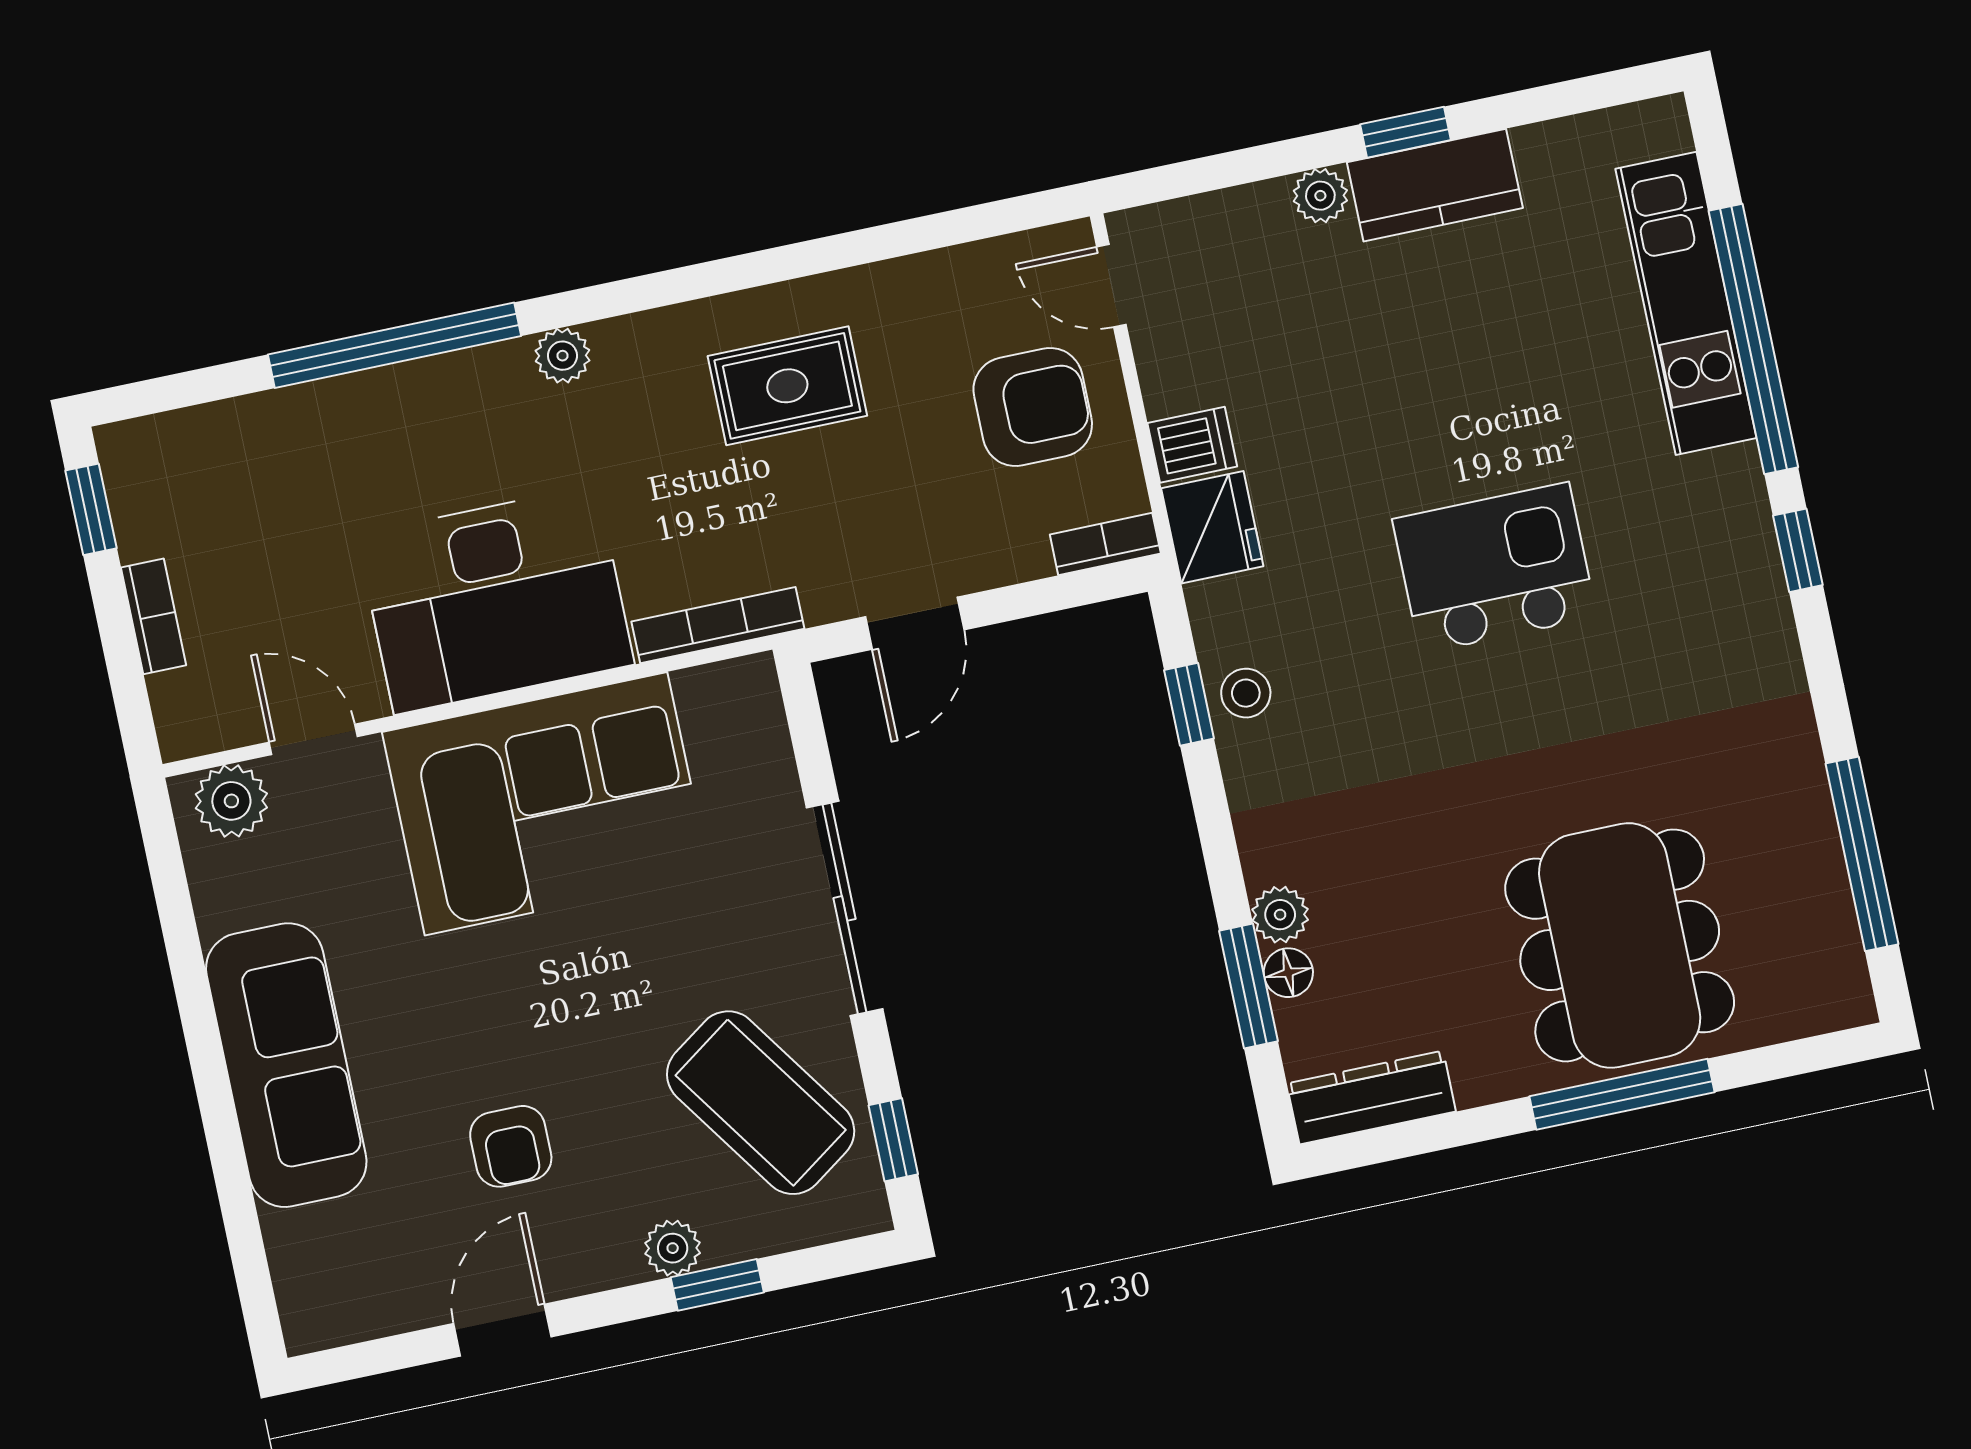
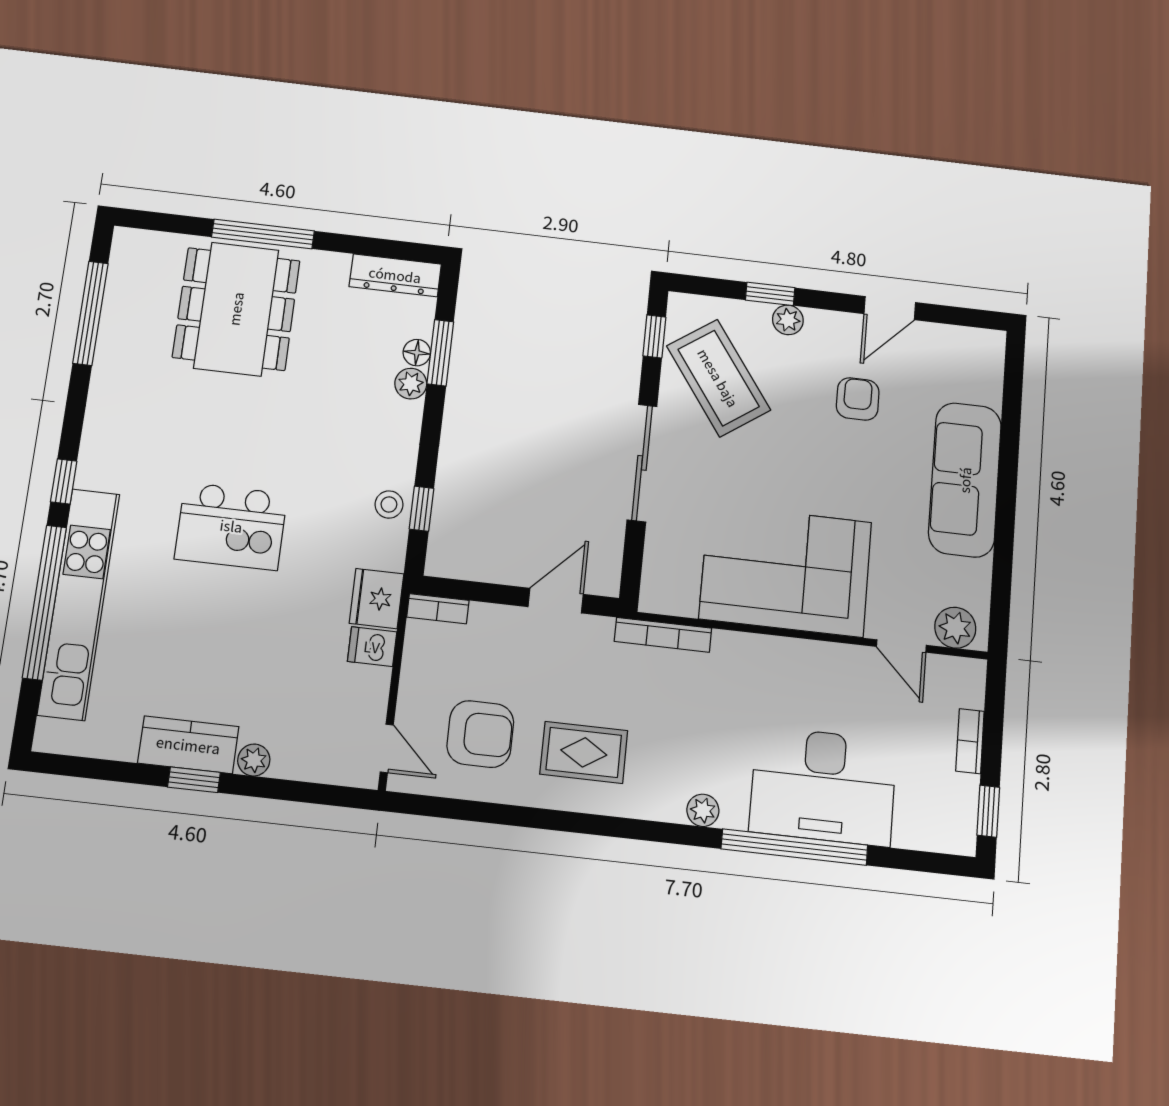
kitchen unit: (1686, 303) -> (79, 604), width x1.36
armchair: (1033, 407) -> (480, 734), moved, turned 180
desk: (495, 600) -> (823, 786), moved, turned 180

